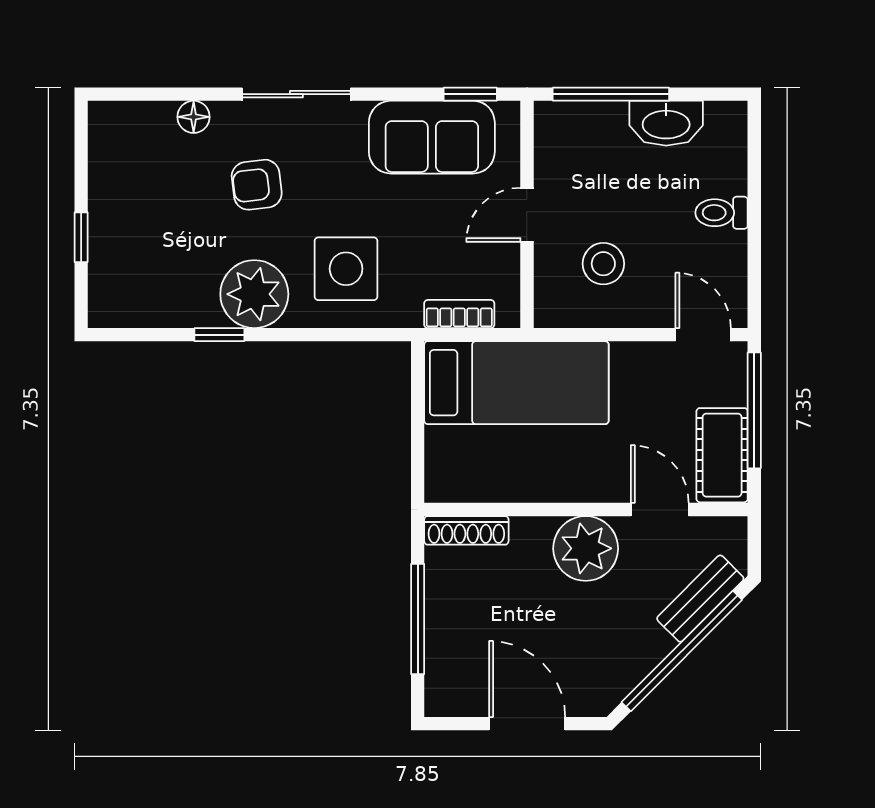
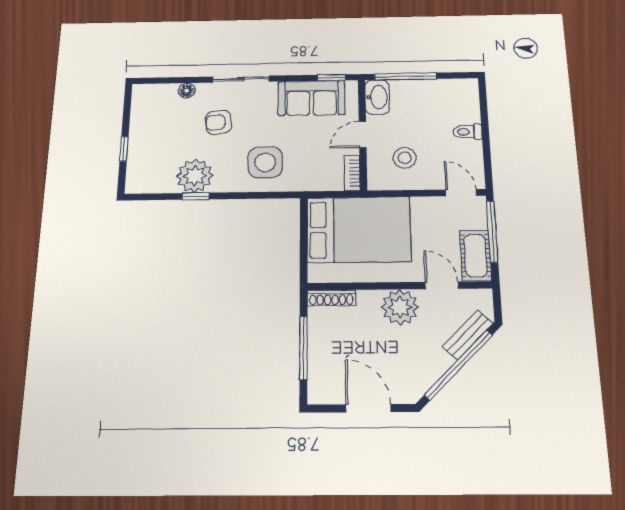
washbasin: (666, 123) -> (377, 97), moved, turned -90
plant: (254, 294) -> (195, 176), moved
bookcase: (459, 314) -> (352, 173), moved, turned -90
bed: (516, 383) -> (359, 230), width x1.50

